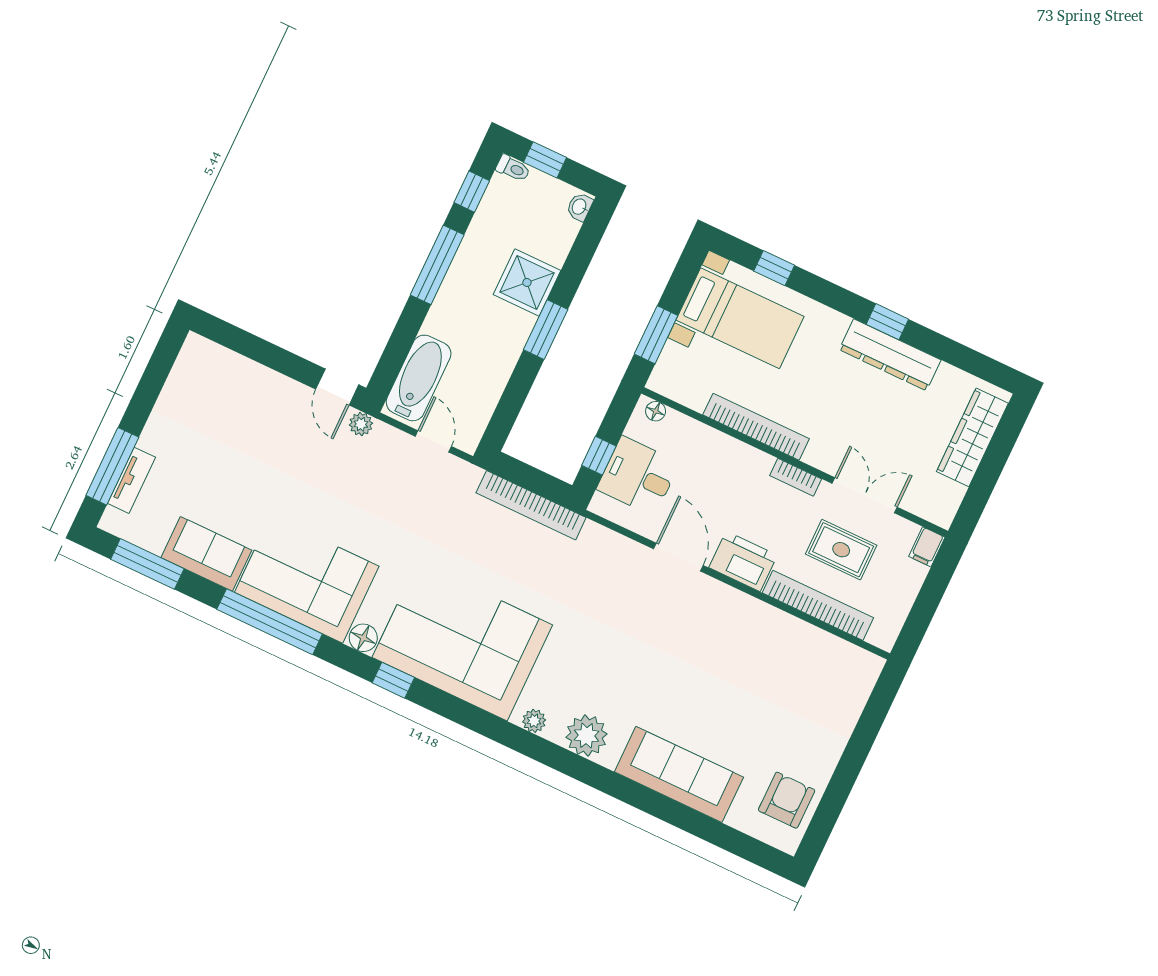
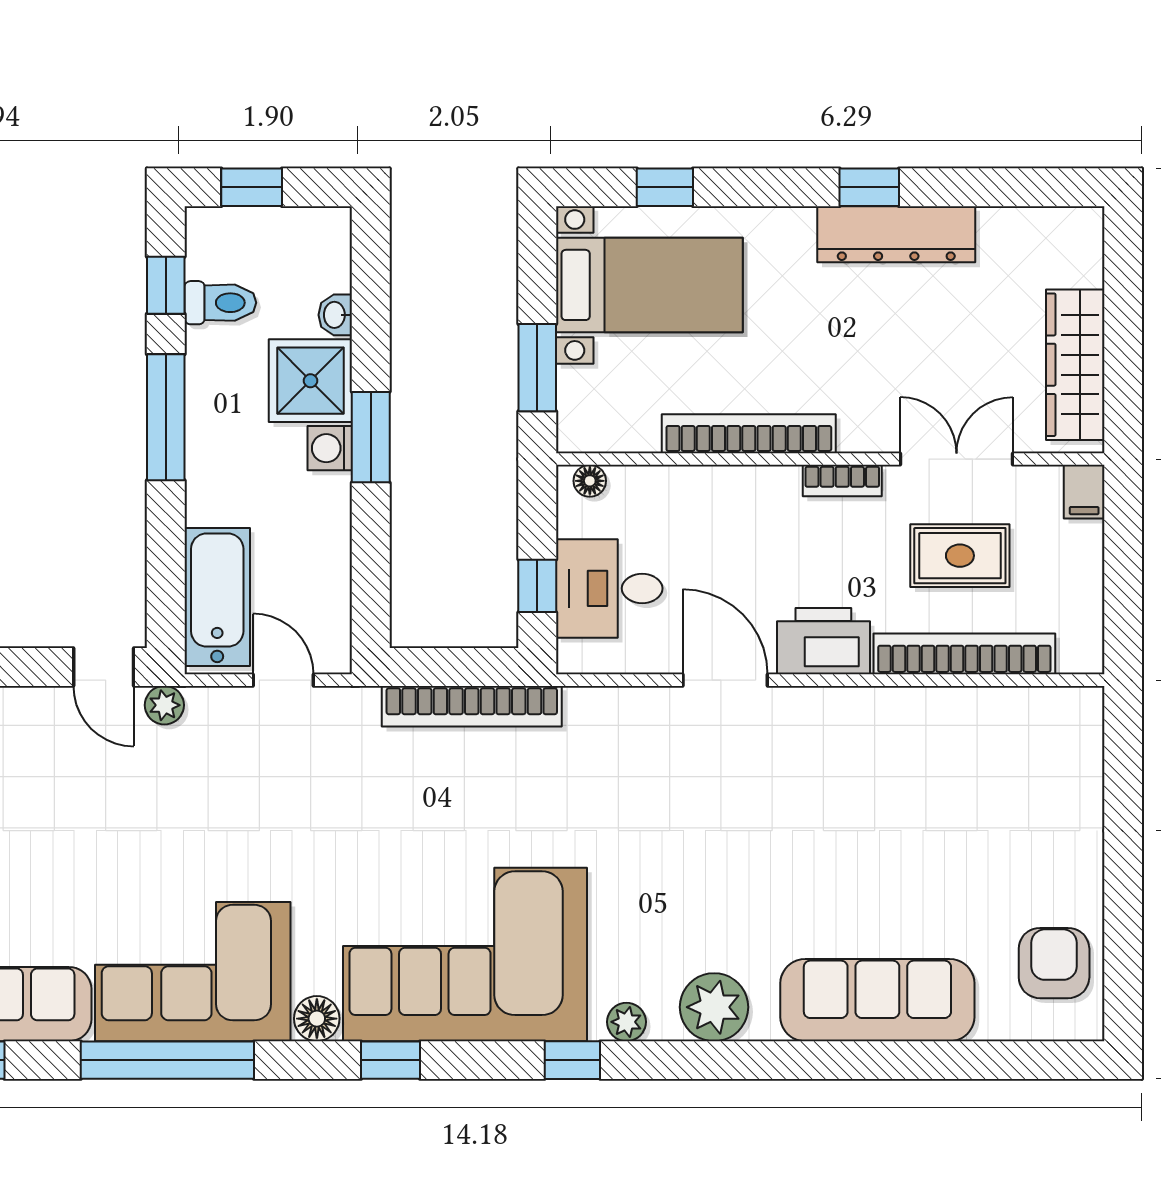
toilet: (513, 168) -> (220, 303), moved, width x1.37, depth x1.39
washbasin: (580, 207) -> (335, 315), moved
washing machine: (520, 325) -> (330, 448), added
wardrobe: (972, 437) -> (1075, 365), moved
window: (494, 728) -> (572, 1060), added

